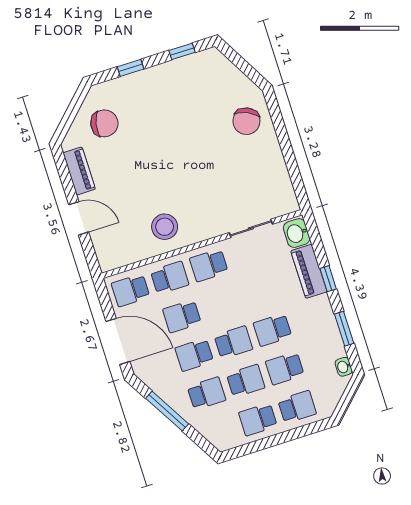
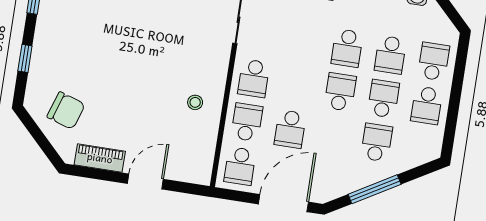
chair: (104, 123) -> (66, 111), turned 96
stool: (165, 227) -> (195, 102), width x0.53, depth x0.53
school desk: (194, 355) -> (333, 136), removed

